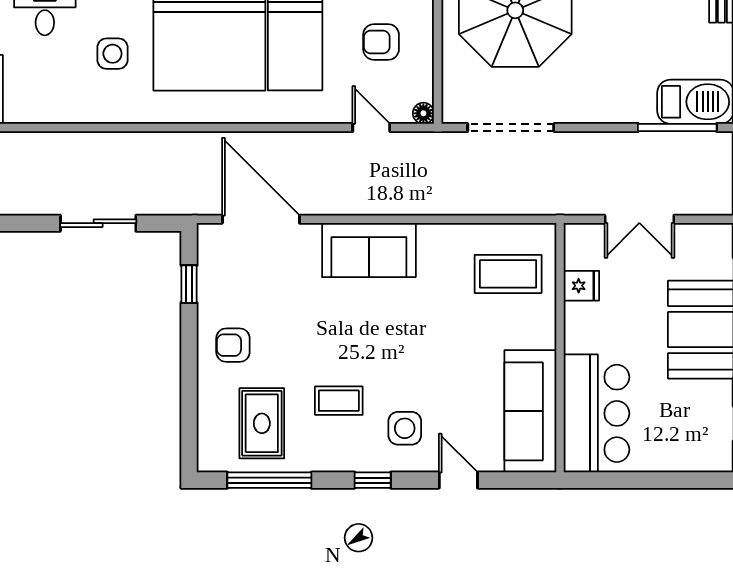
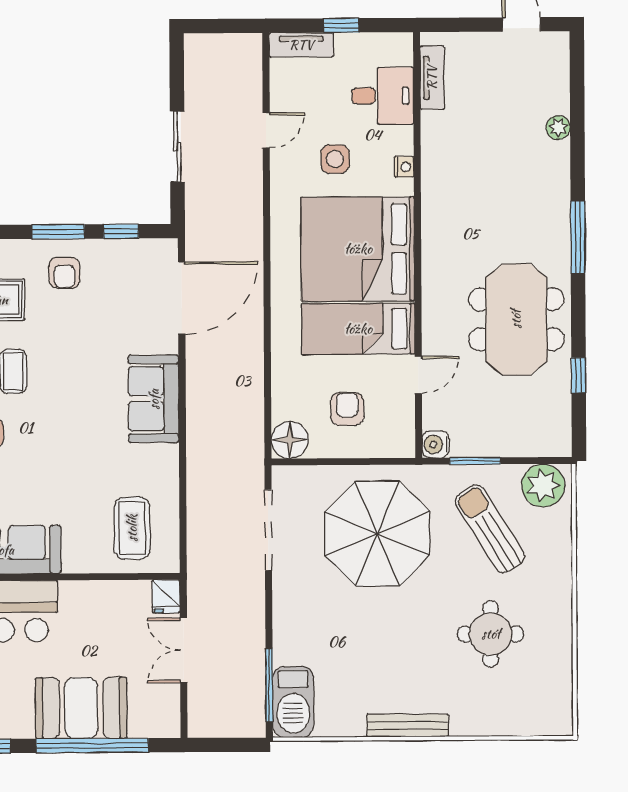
floor lamp: (423, 113) -> (290, 440), width x1.89, depth x1.89
door: (371, 128) -> (266, 130), moved
fridge: (581, 286) -> (166, 596), moved
armchair: (233, 345) -> (64, 273), turned 180
window: (189, 351) -> (58, 232), added

